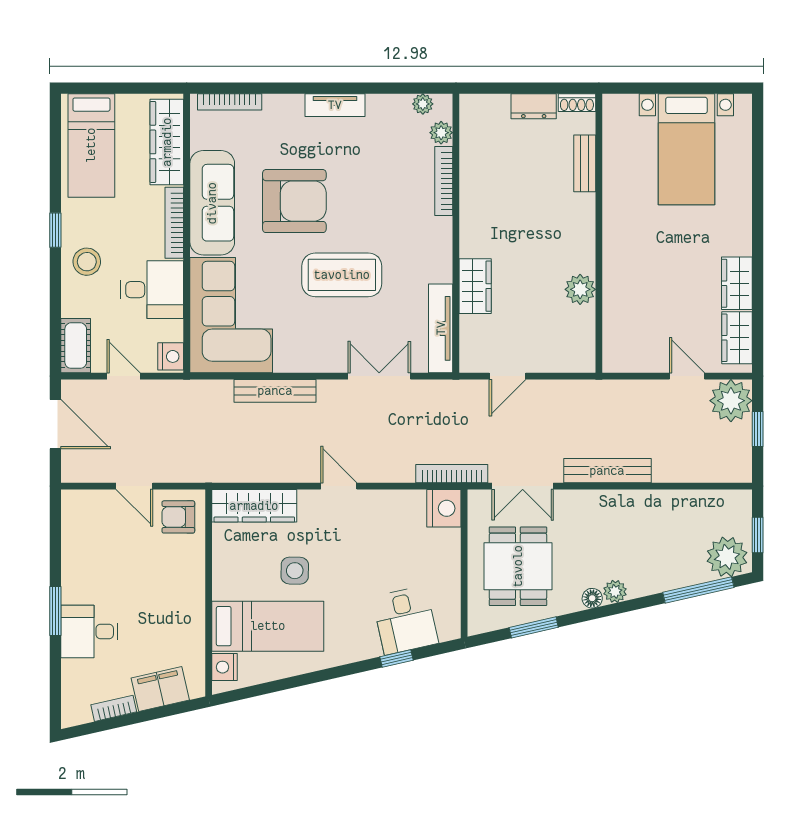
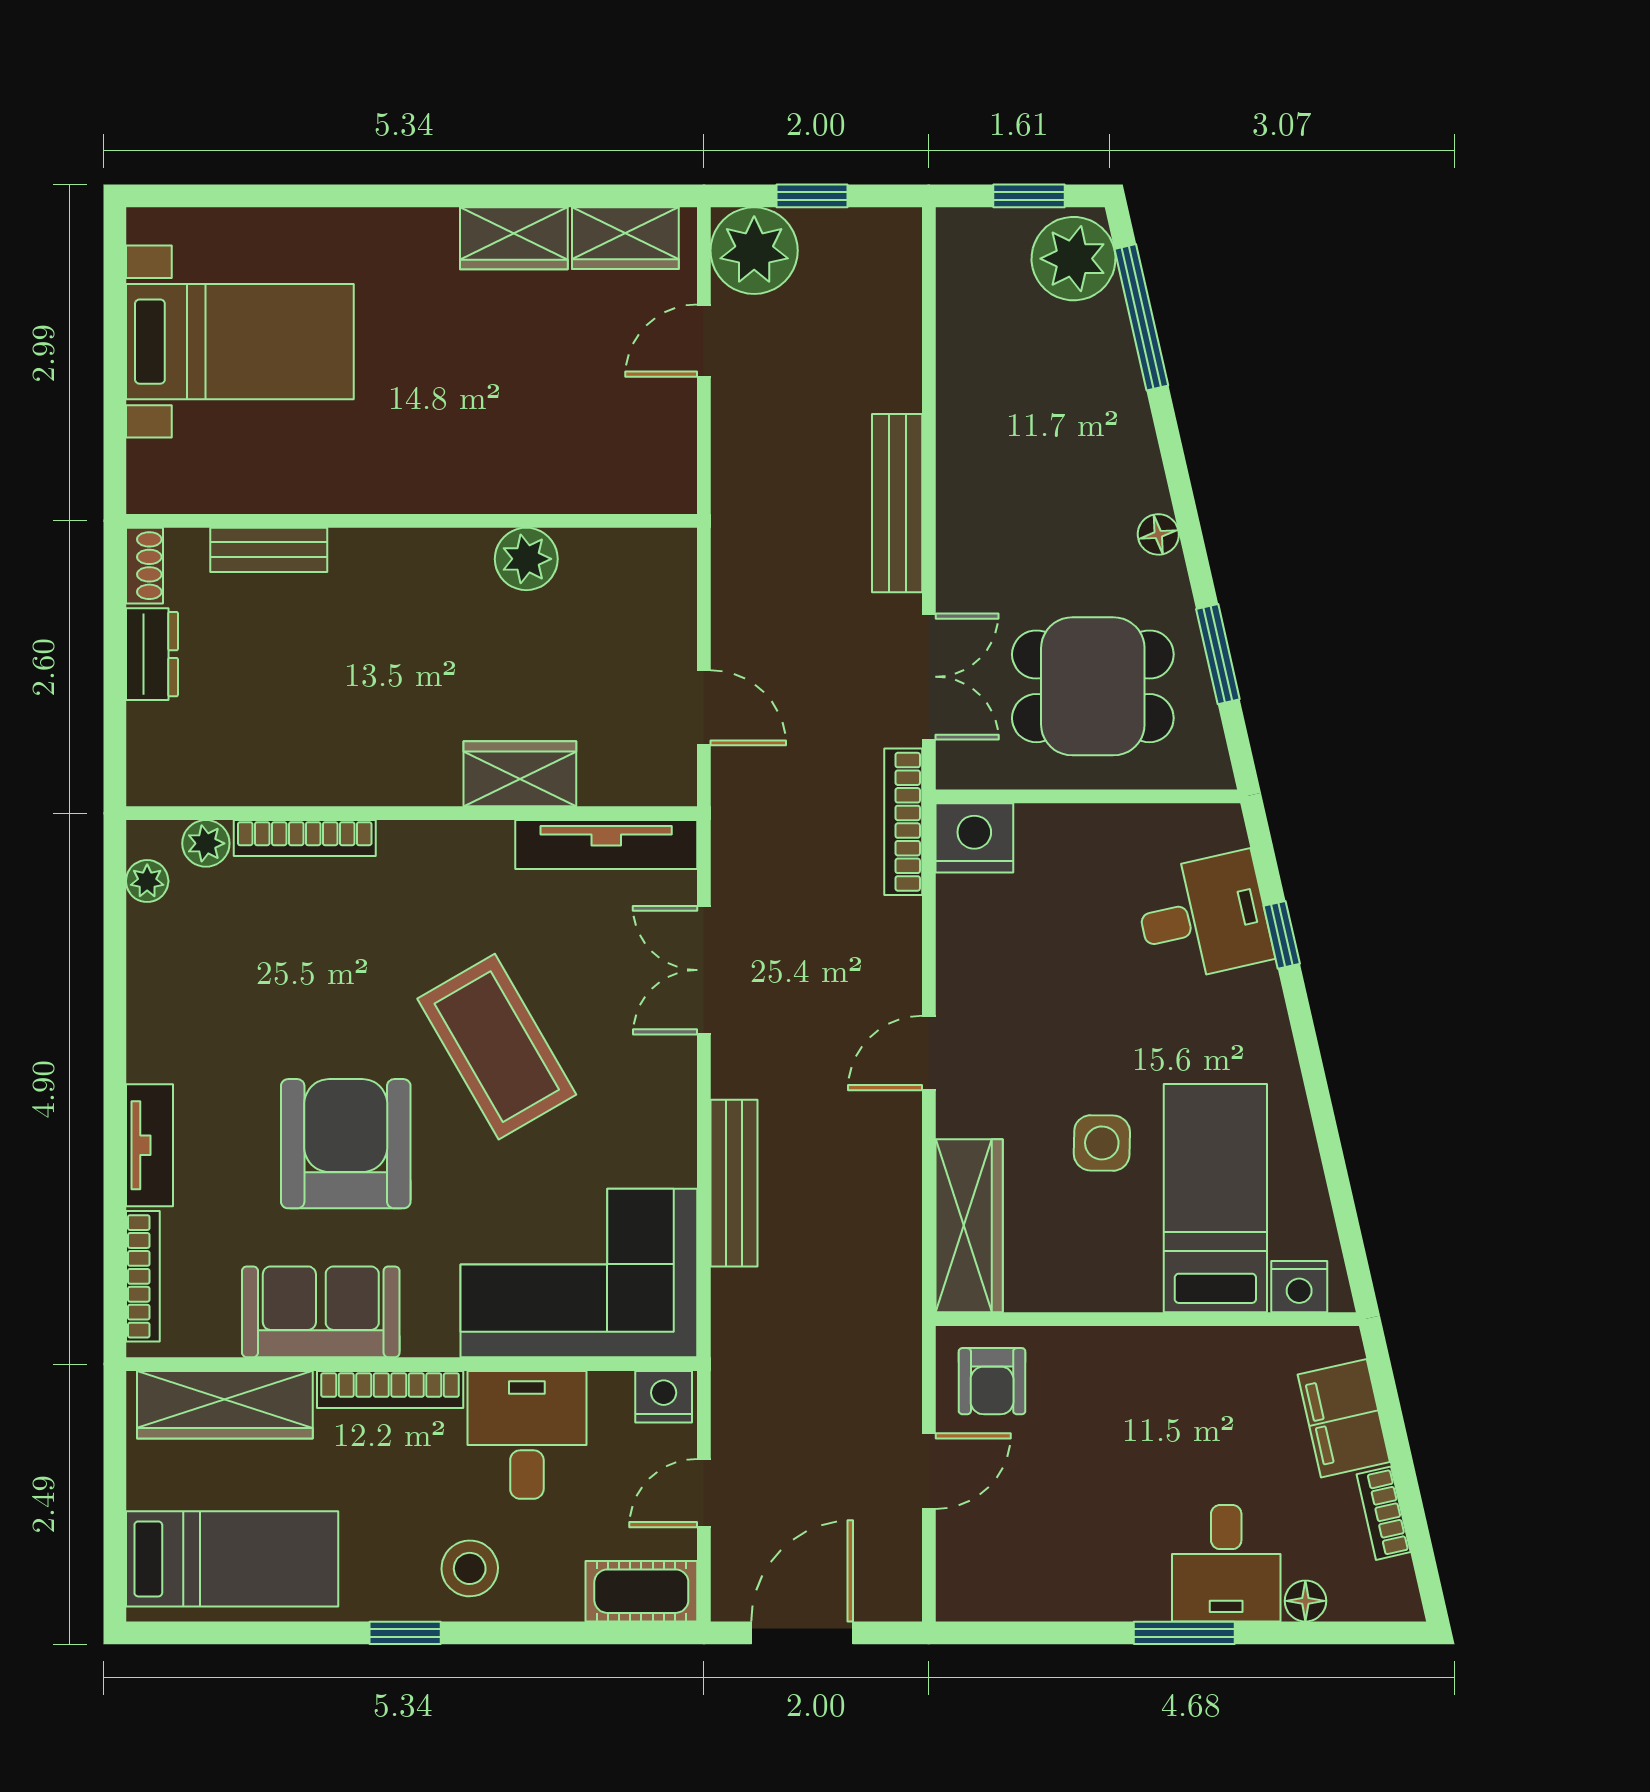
tv unit: (335, 105) -> (149, 1145), moved
sofa: (212, 203) -> (321, 1312), width x0.73
coffee table: (342, 275) -> (497, 1047), turned -30
plant: (615, 591) -> (1144, 488), removed
floor lamp: (71, 670) -> (1305, 1601), added

